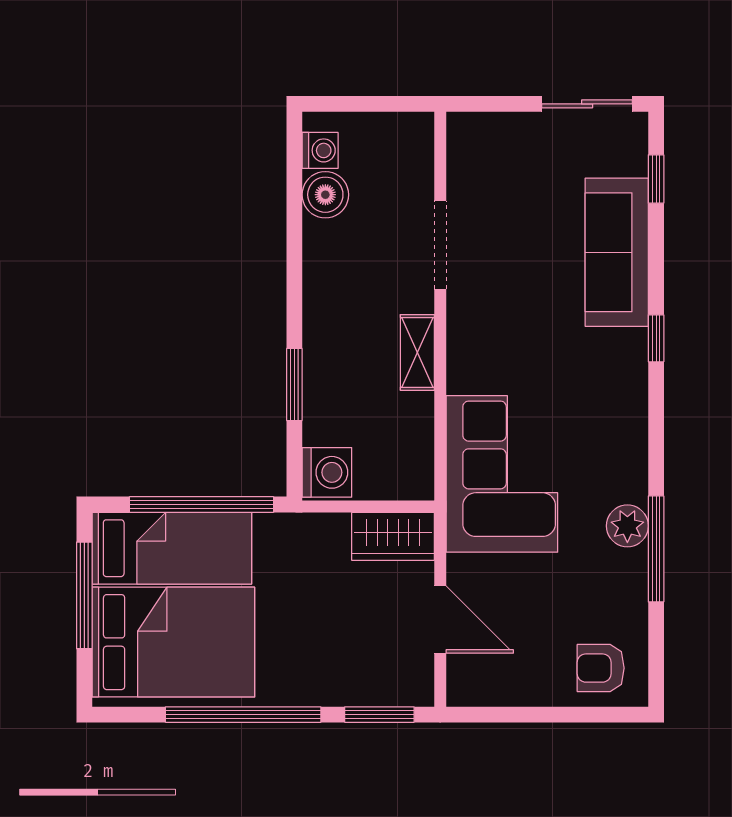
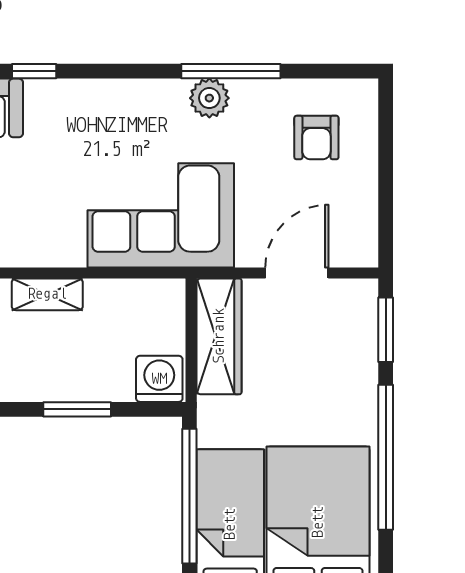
wardrobe: (393, 536) -> (219, 336), width x1.50
armchair: (601, 668) -> (316, 138), moved

